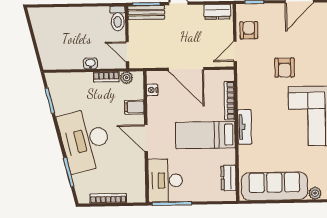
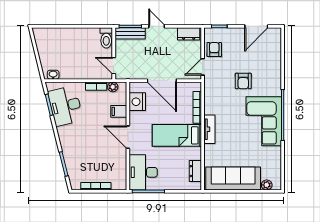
washbasin: (90, 63) -> (53, 75), moved
nightstand: (152, 90) -> (137, 102), width x1.89, depth x1.79
desk: (85, 140) -> (65, 106), moved, width x0.73, depth x0.77

